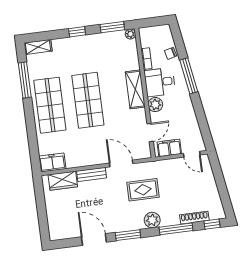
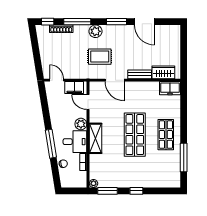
shelving: (38, 47) -> (169, 183), removed
shop shelf: (50, 105) -> (166, 135), width x0.70, depth x0.74
door: (150, 133) -> (88, 102), hinge flipped

